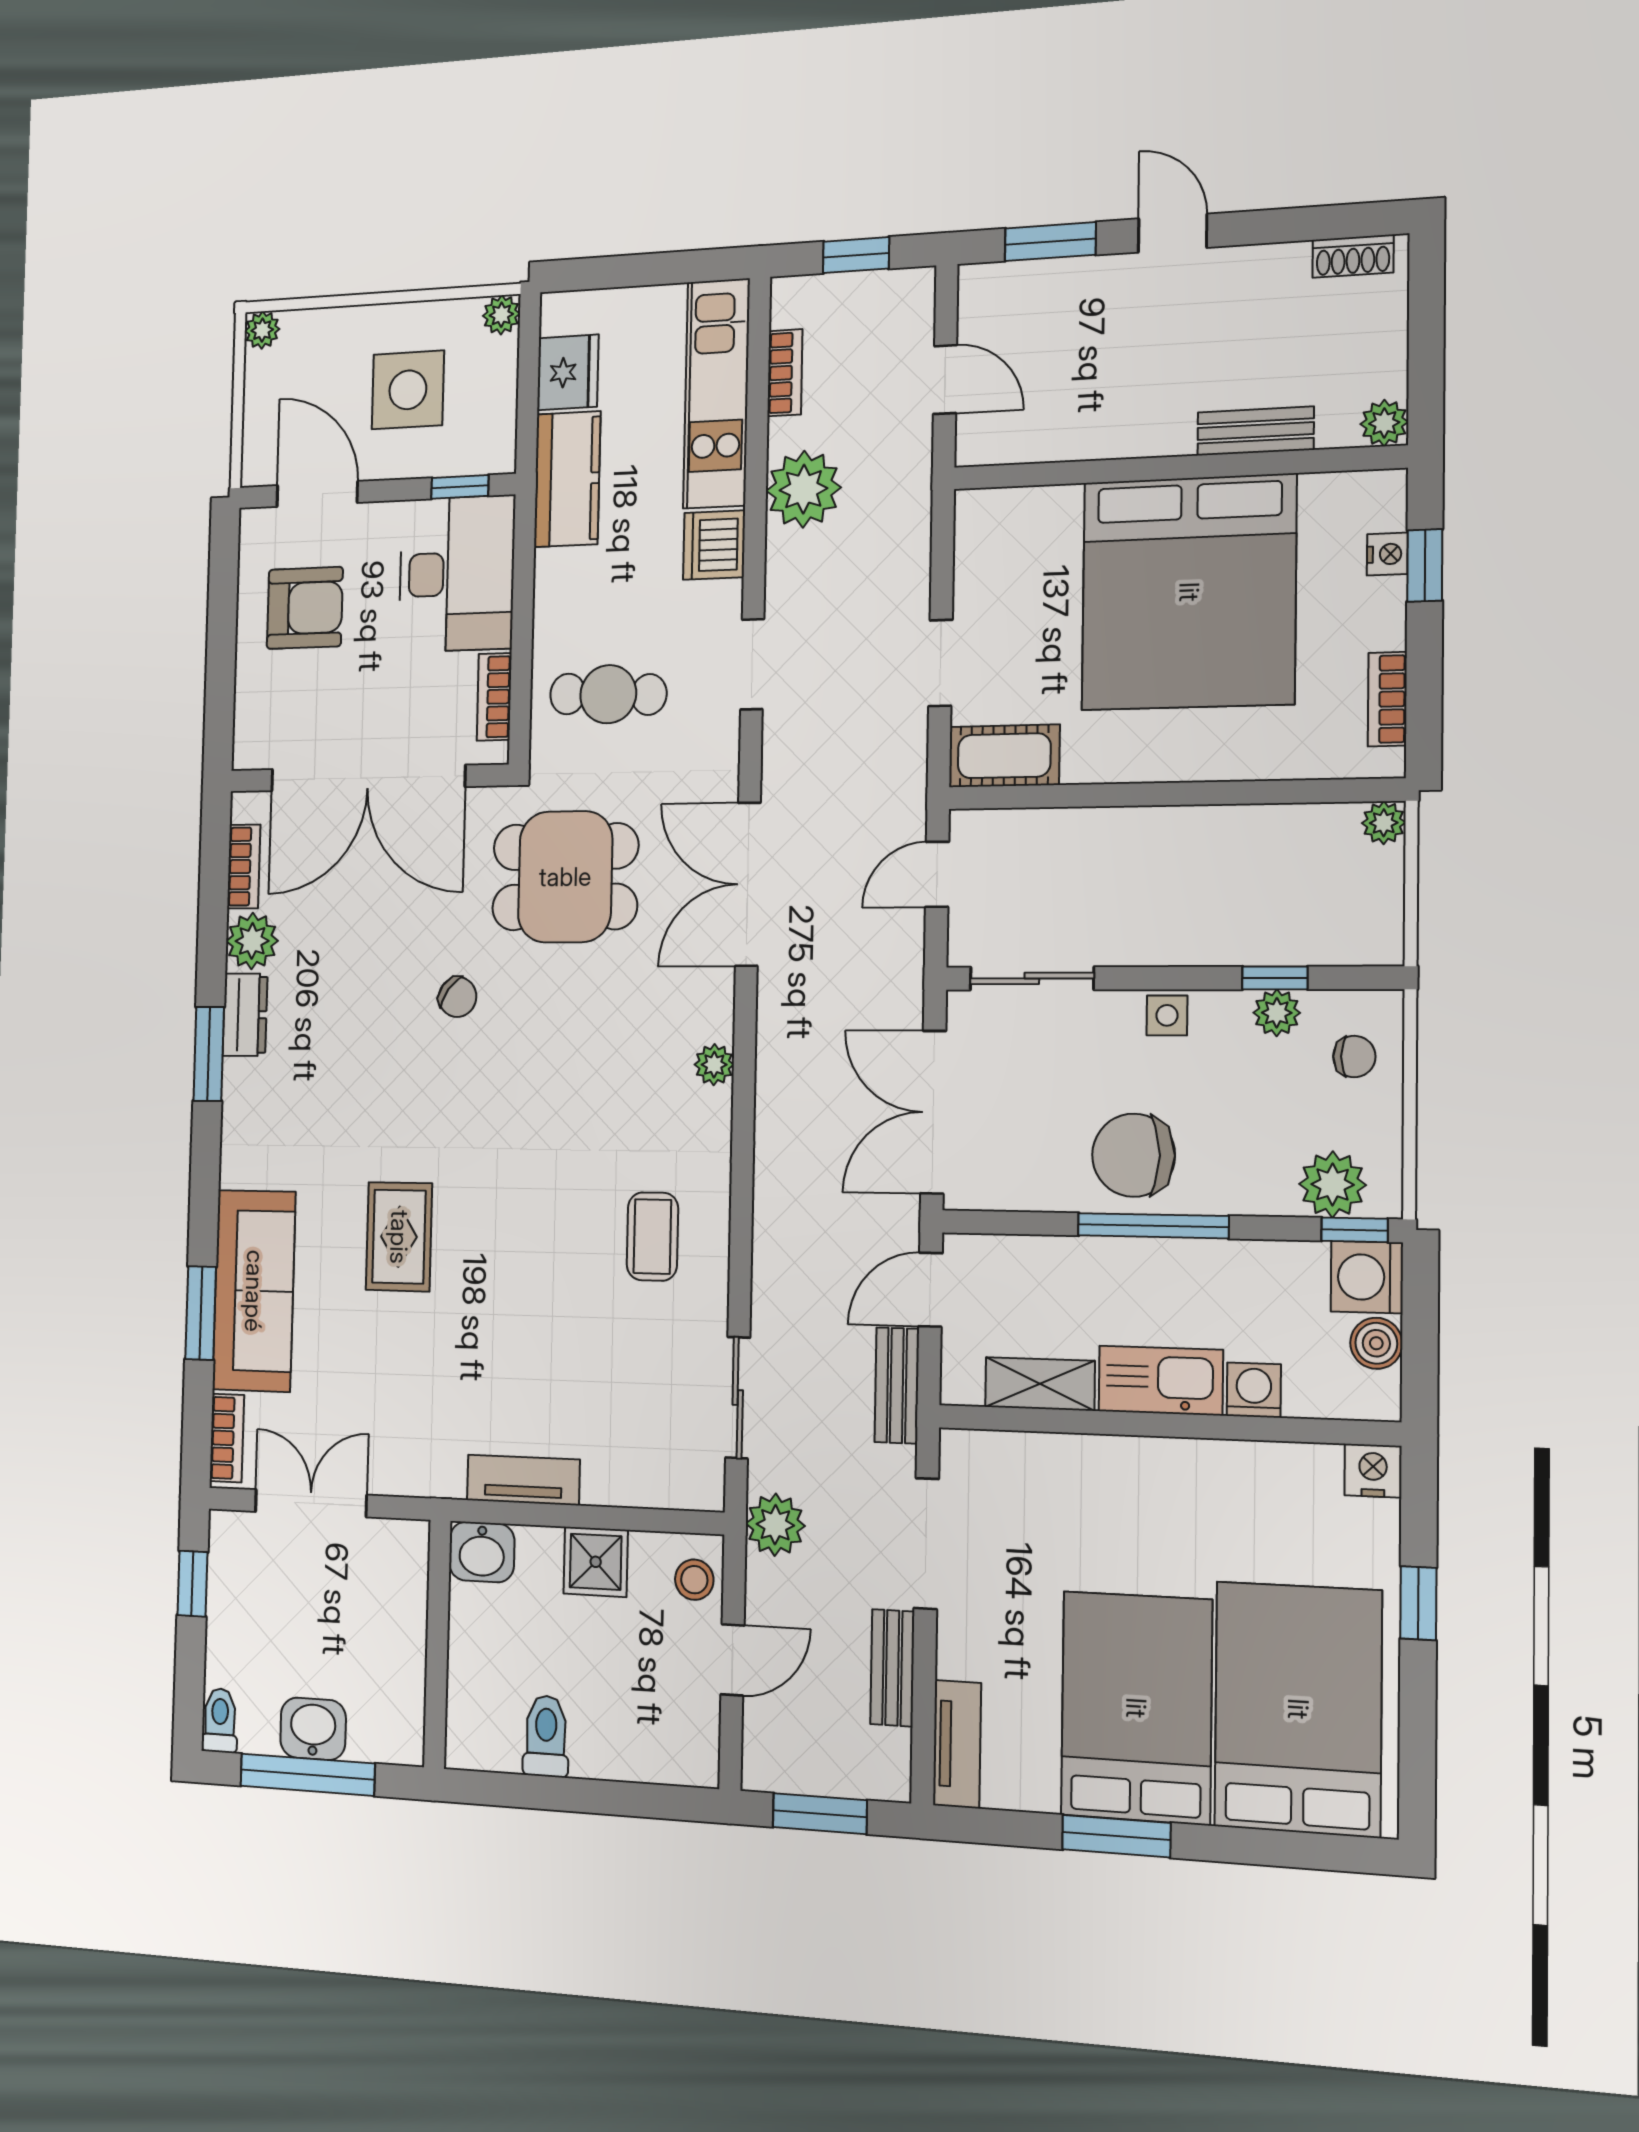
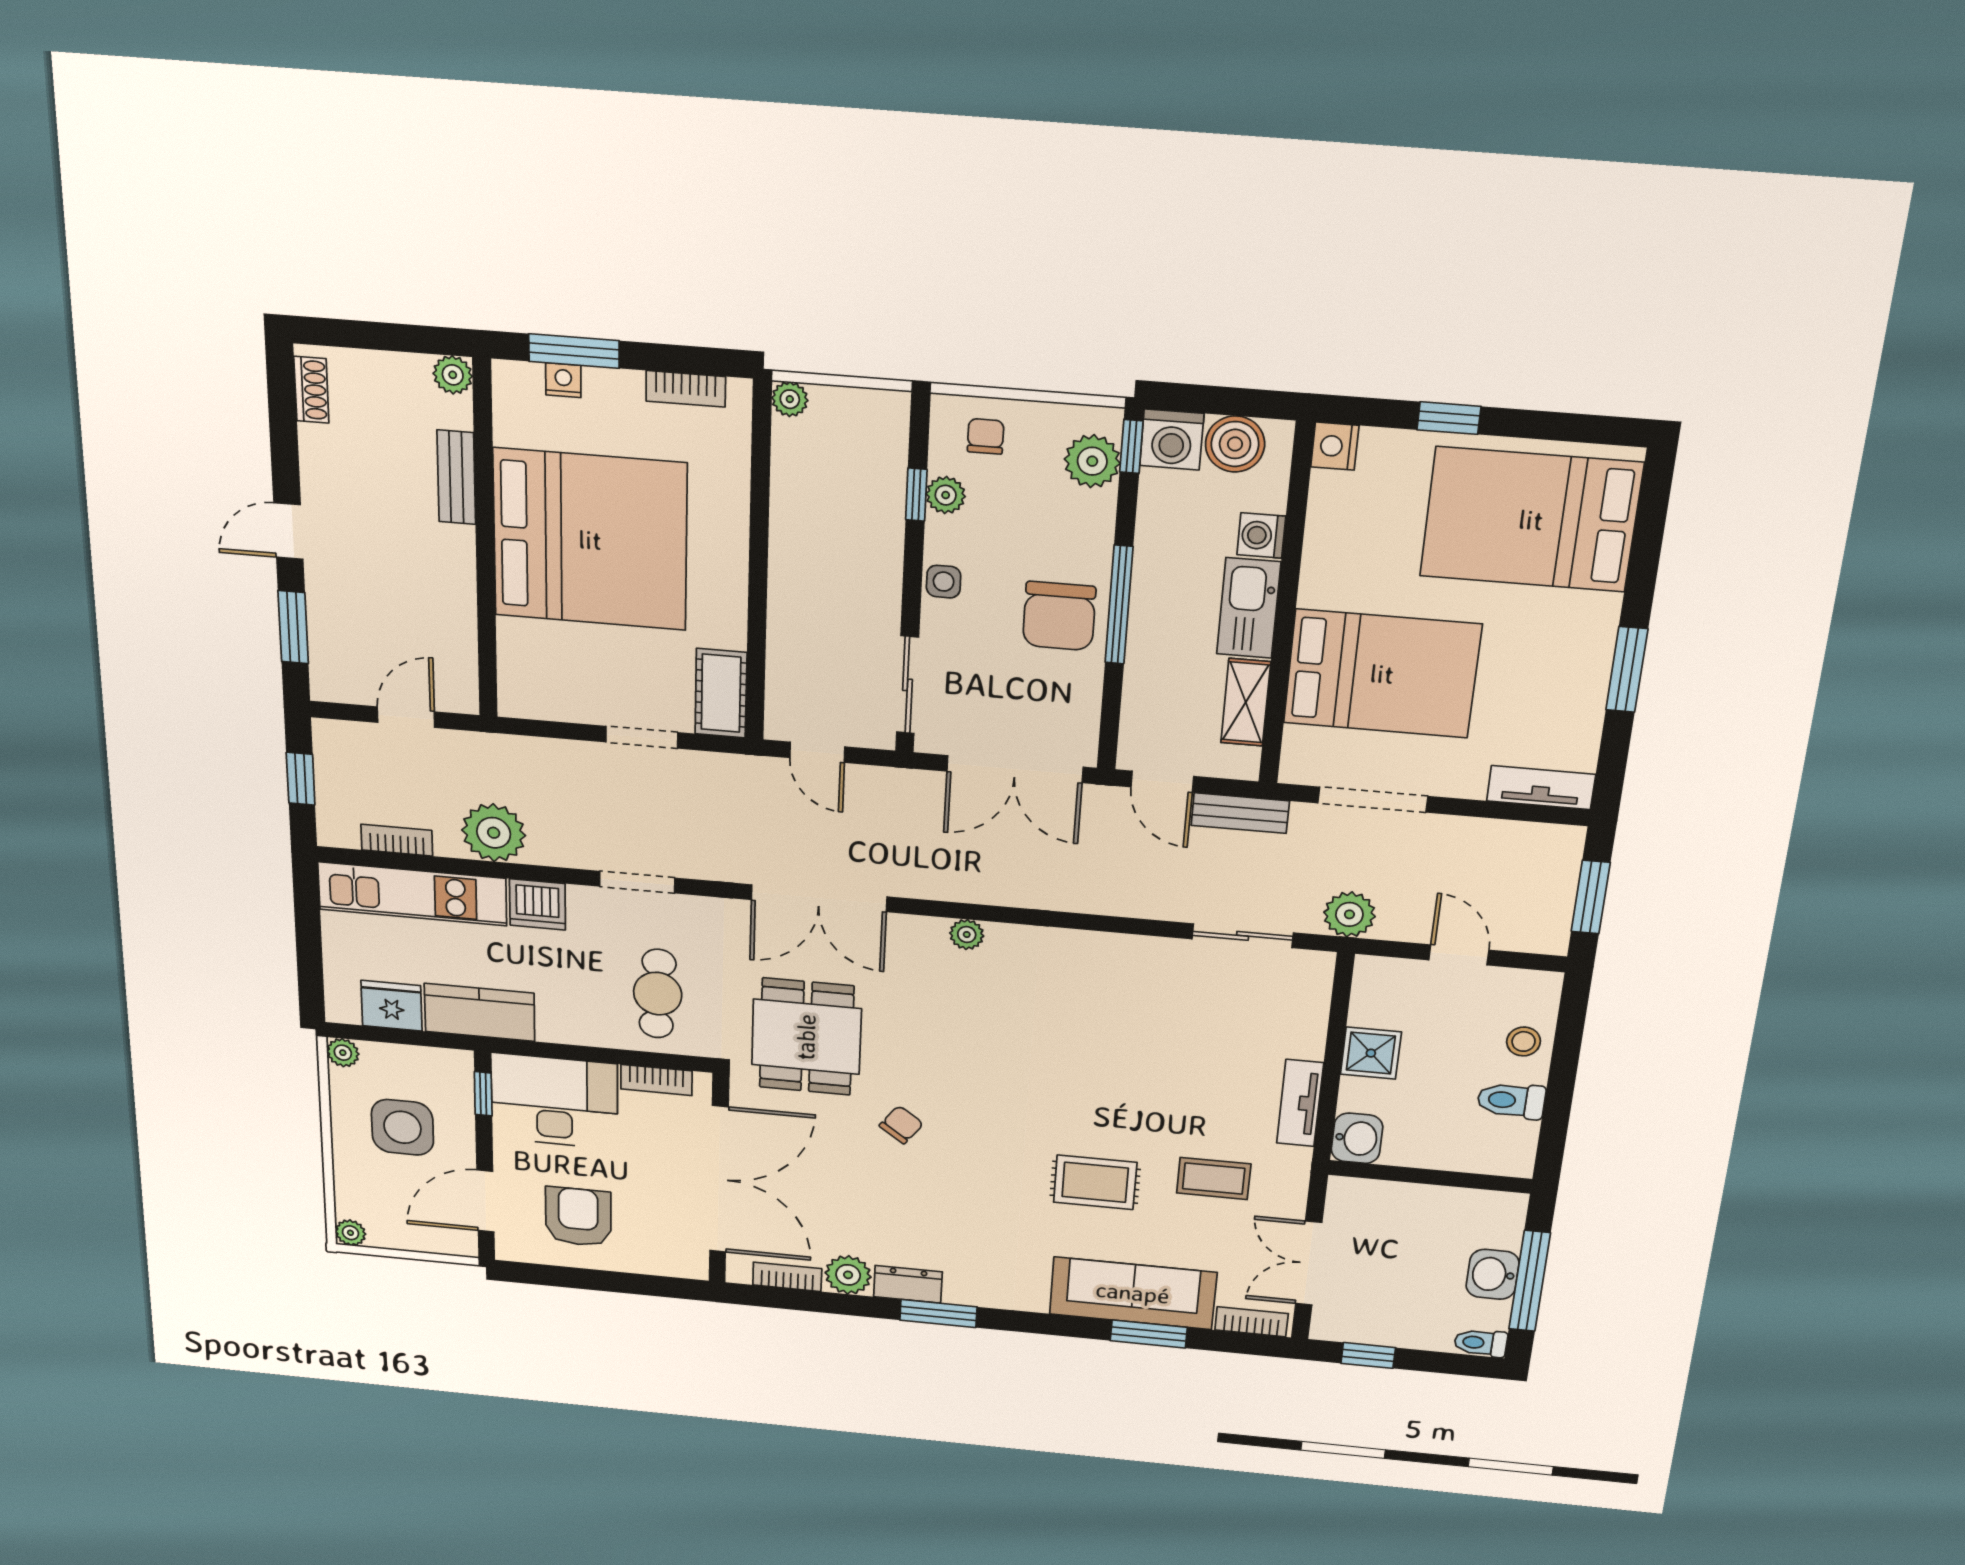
window: (1425, 565) -> (574, 351), width x1.50
coffee table: (652, 1237) -> (1214, 1179), moved
boiler: (1376, 1343) -> (1235, 444), width x1.36, depth x1.36
stool: (694, 1580) -> (1524, 1042), moved
bench: (892, 1668) -> (1474, 833), removed
bed: (1136, 1708) -> (1382, 674), moved, turned 180

